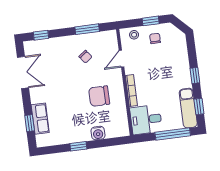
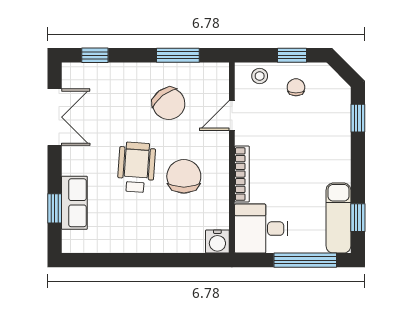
chair: (85, 57) -> (169, 104), width x1.87, depth x1.87
window: (195, 76) -> (358, 118), moved
wheelchair: (72, 94) -> (136, 167), added
chair: (99, 96) -> (184, 176), turned 90
water cooler: (98, 133) -> (217, 241), moved
window: (78, 146) -> (135, 260), removed

